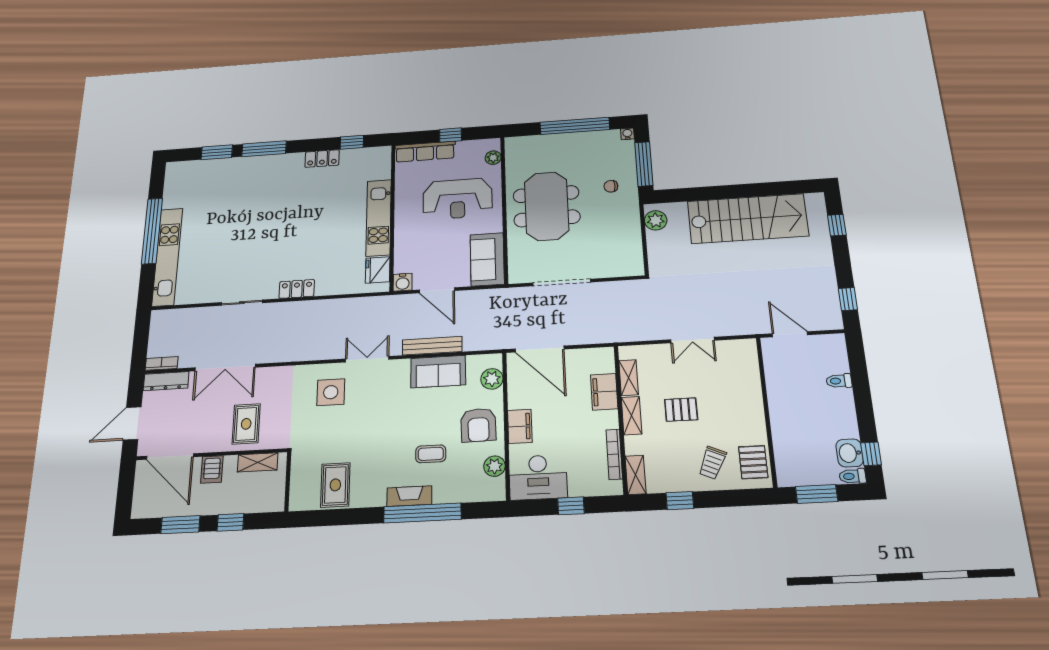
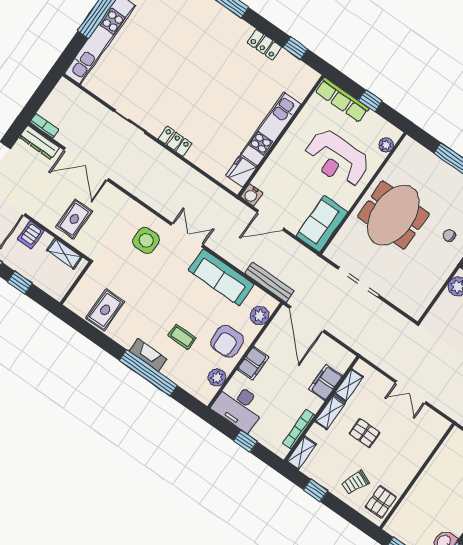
door: (437, 290) -> (270, 220), hinge flipped
bench: (432, 346) -> (270, 282), moved
sofa: (438, 372) -> (221, 277), width x1.36

